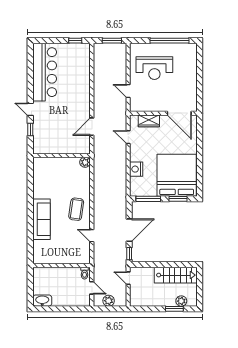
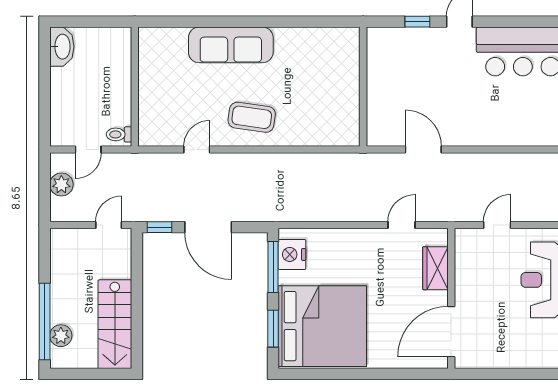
plant: (85, 162) -> (349, 136), removed
nightstand: (136, 169) -> (292, 254), moved, turned -90
window: (174, 309) -> (45, 322), width x2.11

